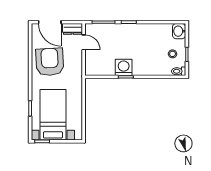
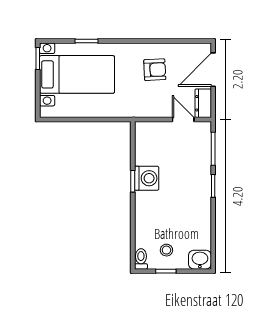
door: (84, 42) -> (183, 120), swing flipped
armchair: (50, 62) -> (155, 70), width x0.53, depth x0.53

